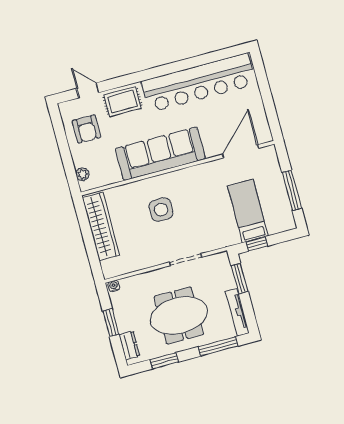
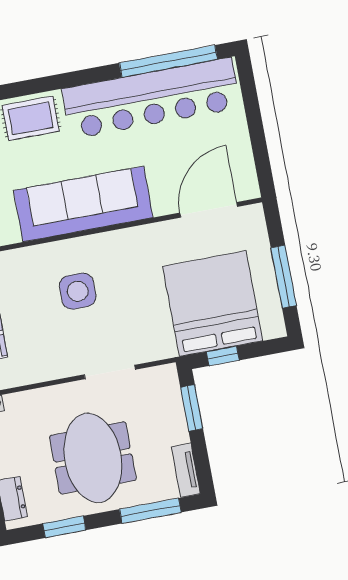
window: (208, 58) -> (168, 61), added
bed: (248, 211) -> (213, 304), width x2.04
tv unit: (237, 312) -> (186, 470), width x0.71
meeting table: (179, 315) -> (93, 458), turned 90

